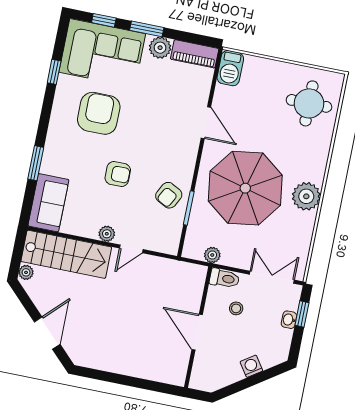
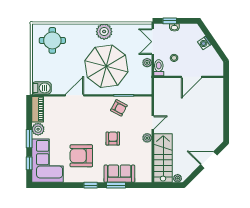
window: (54, 72) -> (91, 185), moved
sofa: (48, 203) -> (119, 174), moved
door: (131, 249) -> (153, 123), hinge flipped
plant: (212, 255) -> (147, 63), moved

